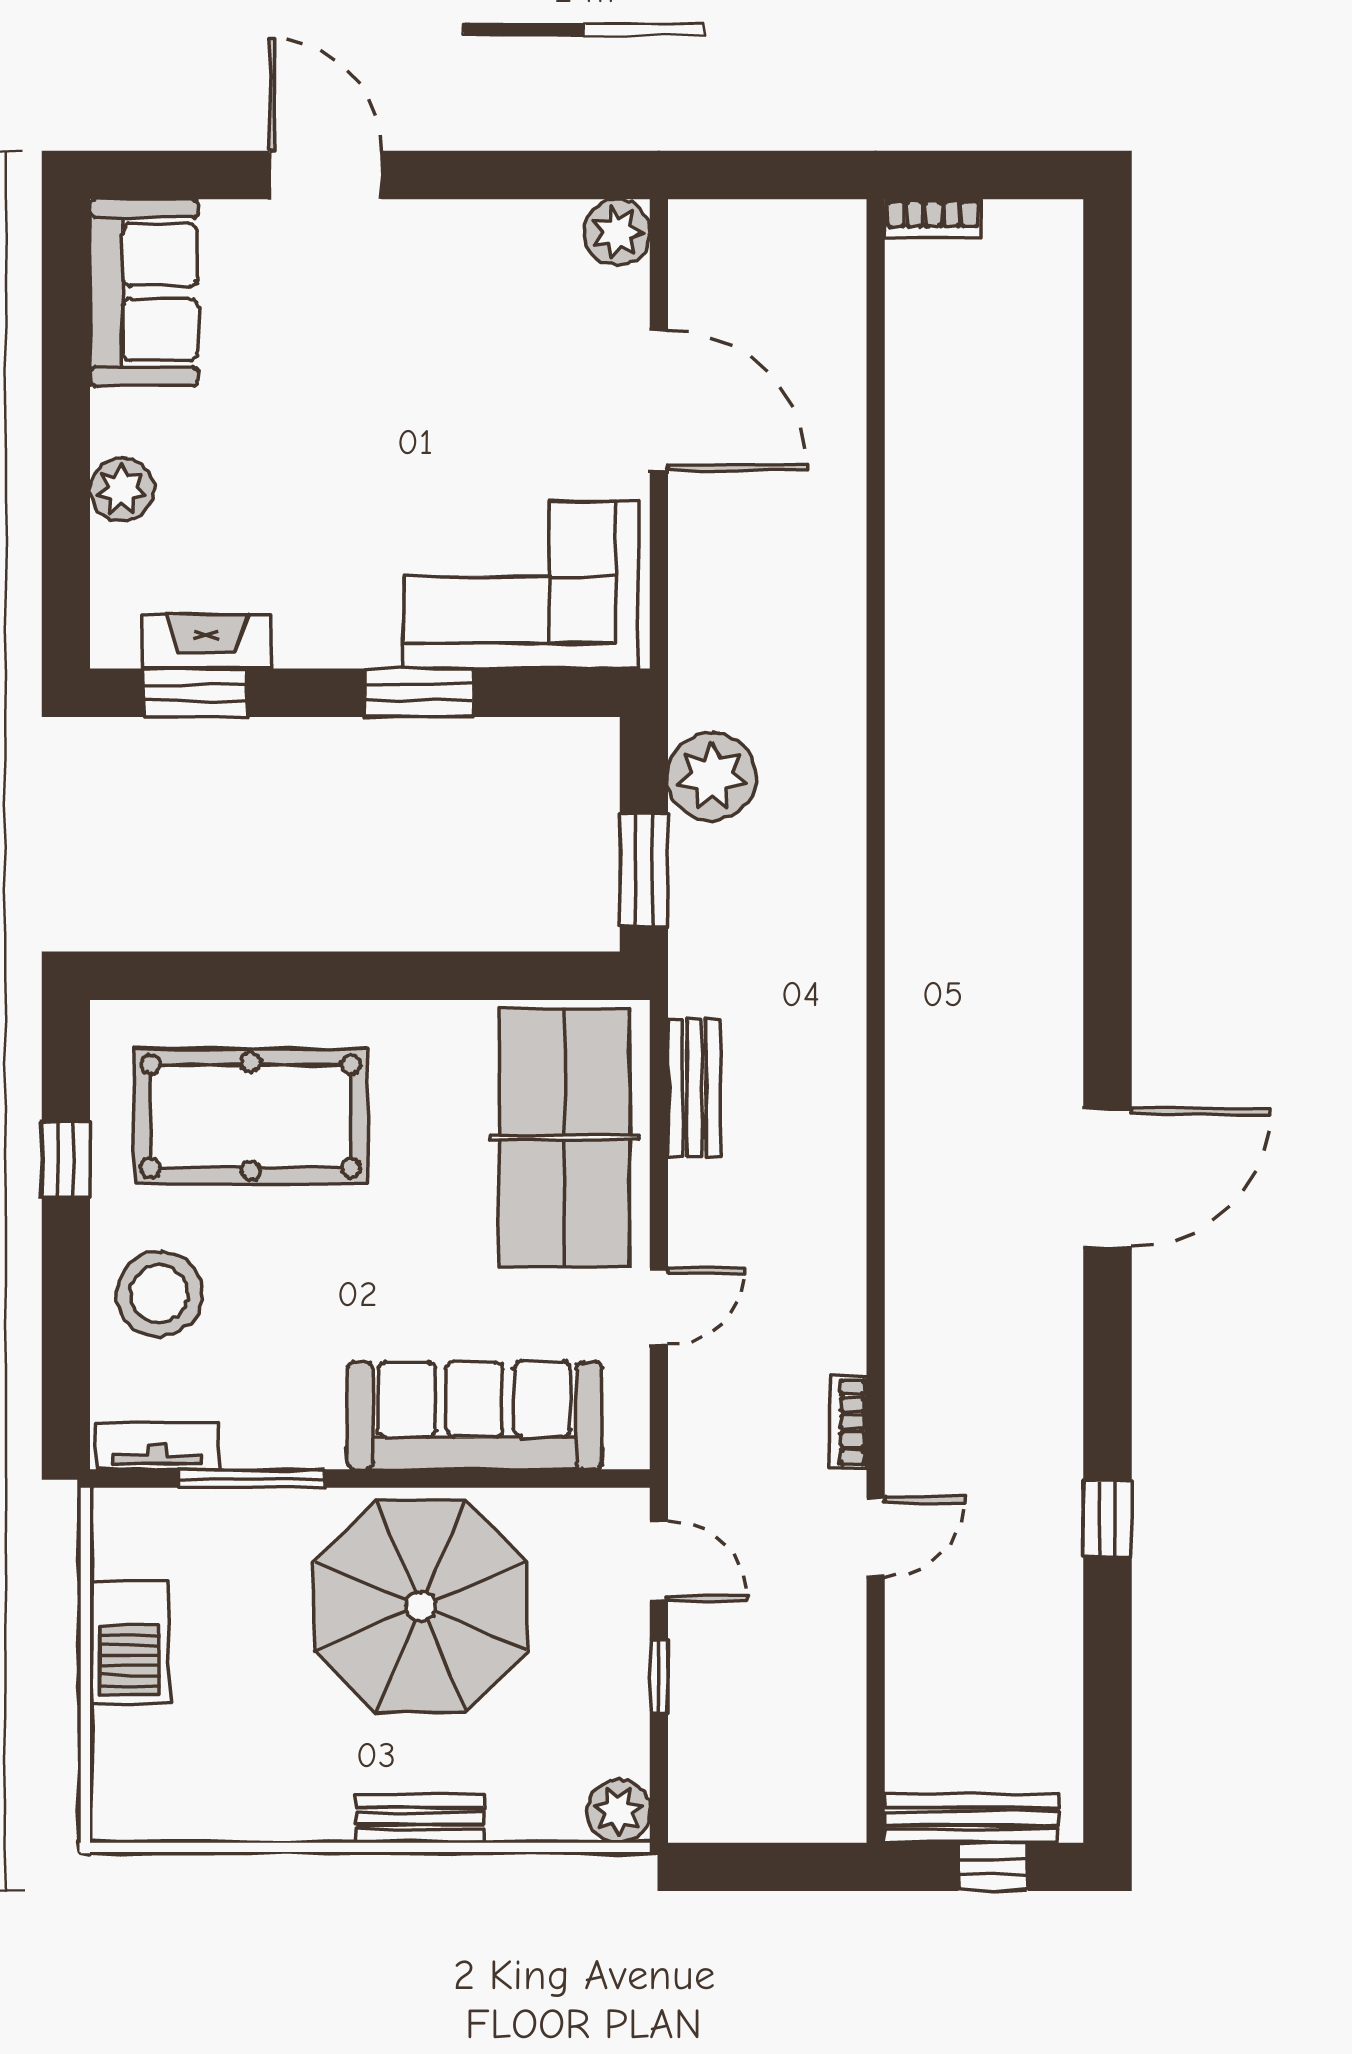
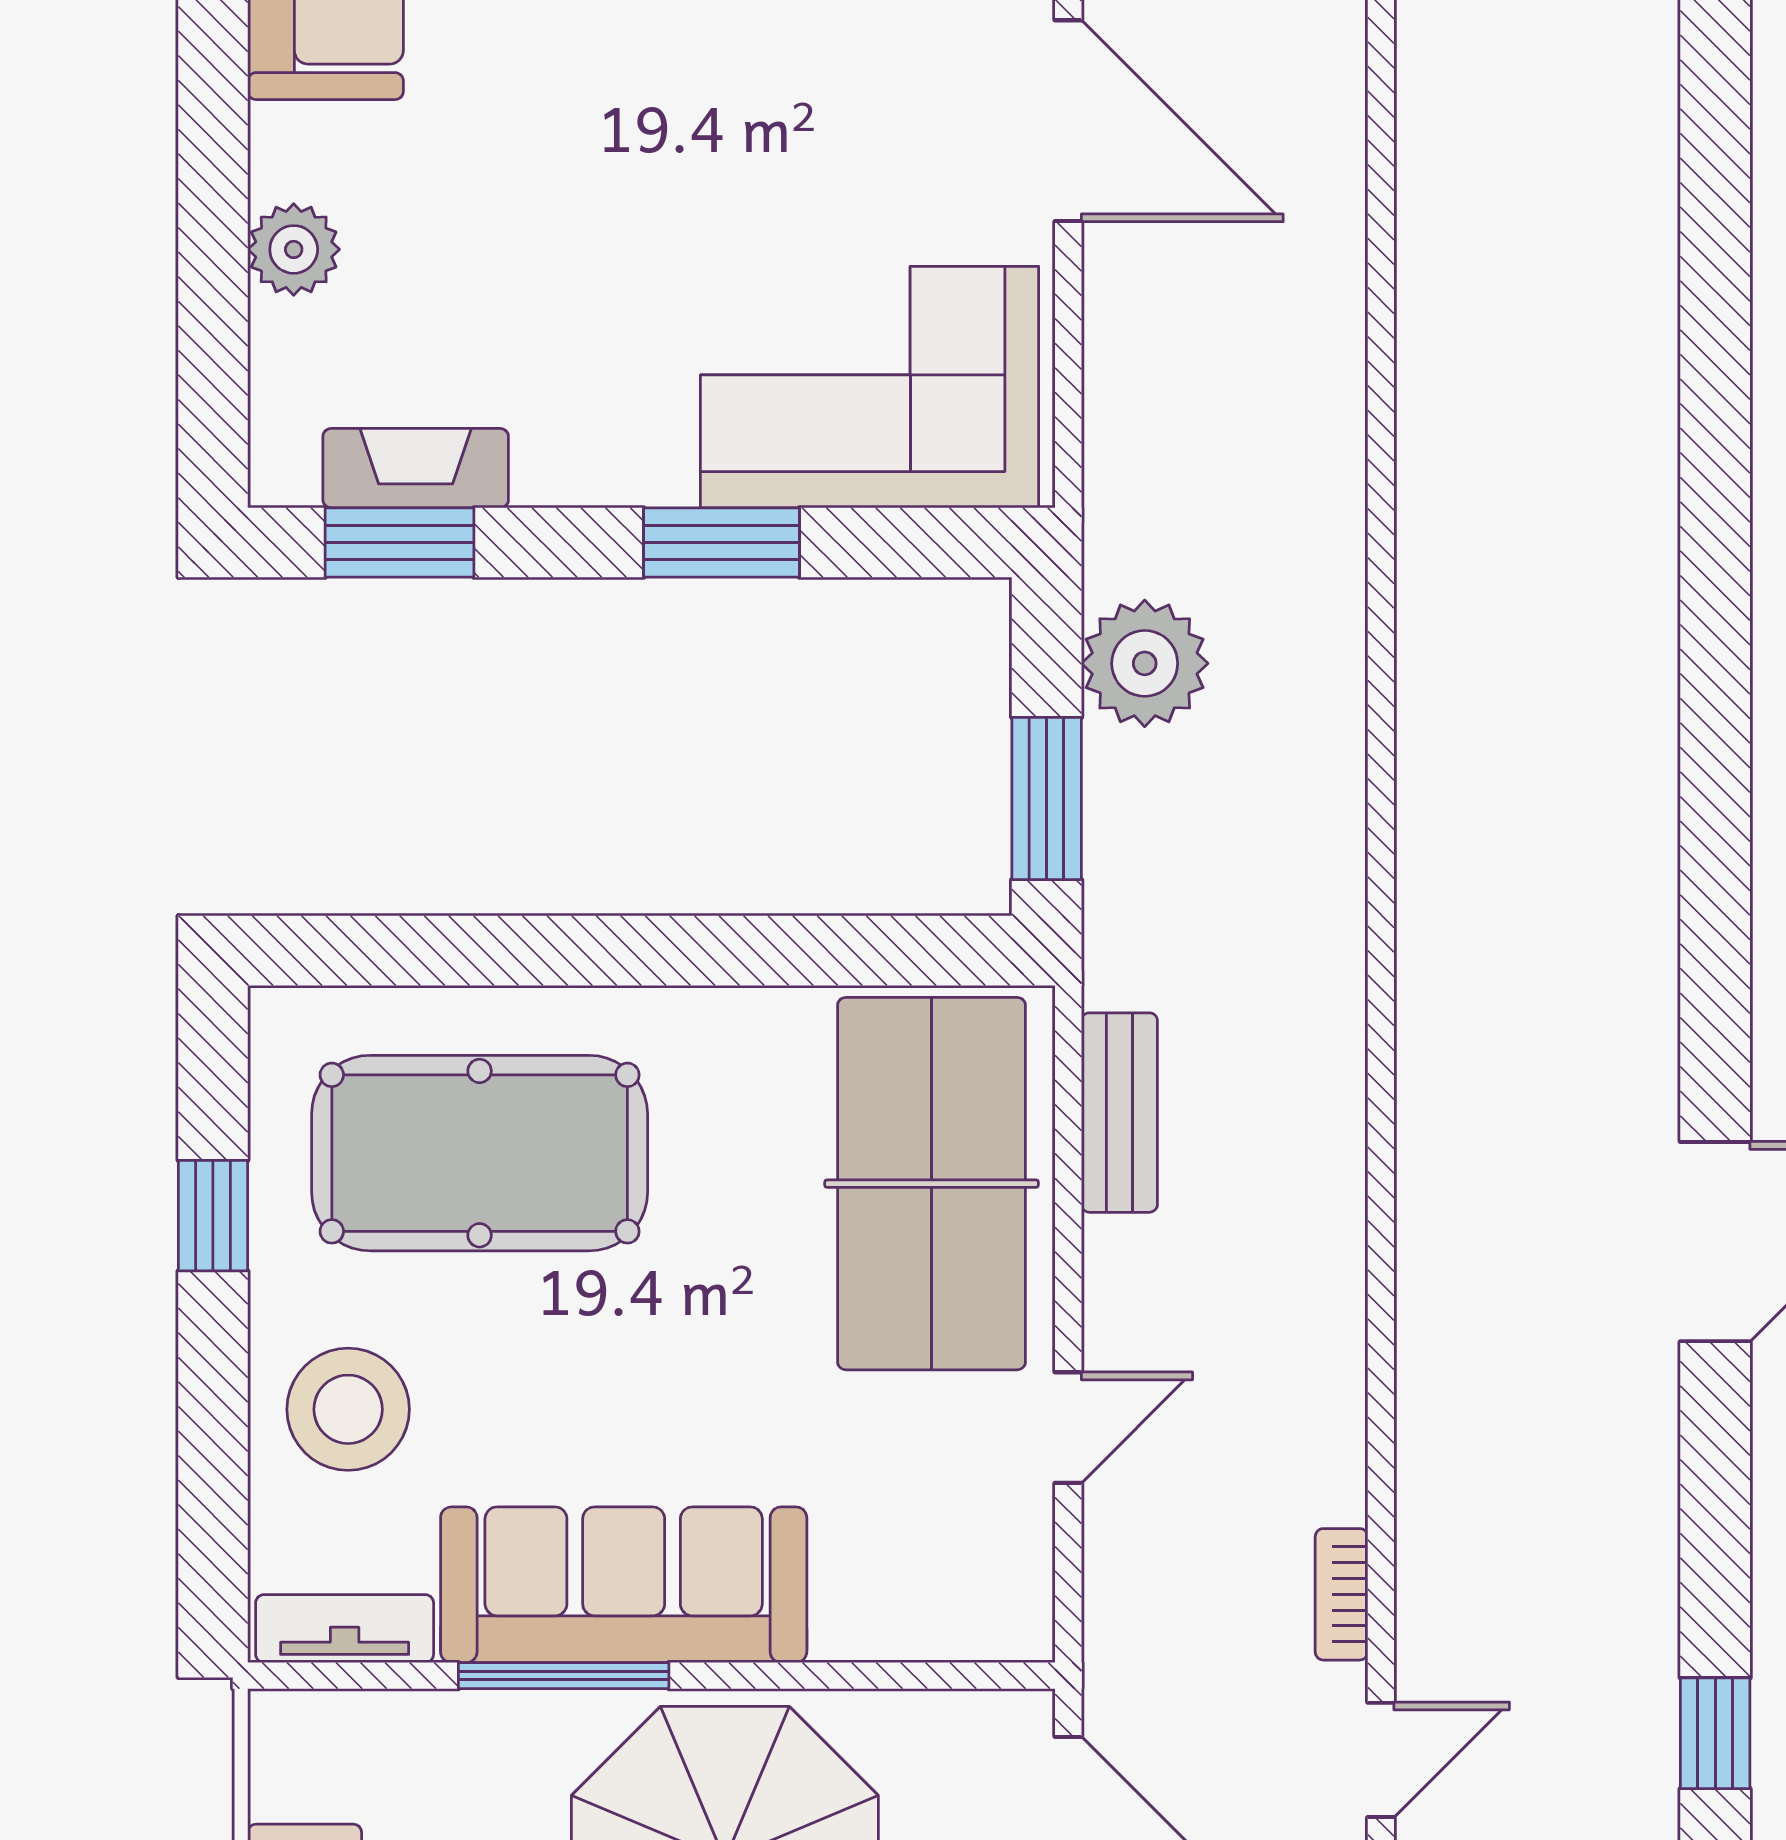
sofa: (474, 1416) -> (624, 1585), moved
window: (252, 1479) -> (564, 1676), moved

